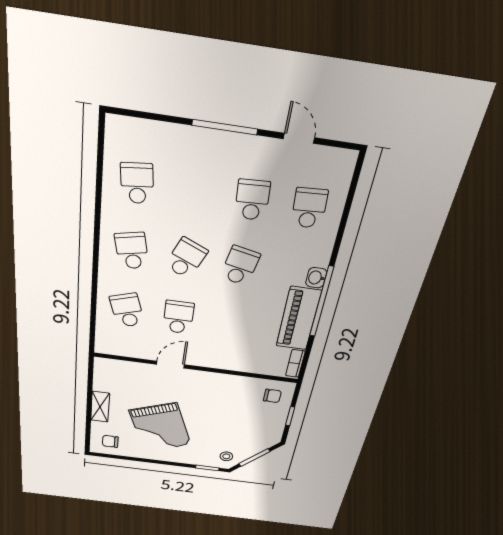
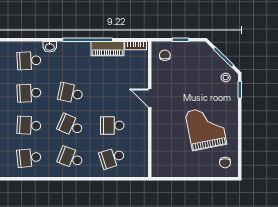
school desk: (195, 192) -> (29, 125), added
school desk: (132, 251) -> (71, 158), turned 33
washbasin: (316, 278) -> (50, 47), moved
piano: (298, 319) -> (108, 49), width x0.73, depth x0.75
door: (170, 365) -> (150, 98), moved
shelving: (100, 407) -> (194, 171), removed
grand piano: (160, 428) -> (206, 128), turned -80

